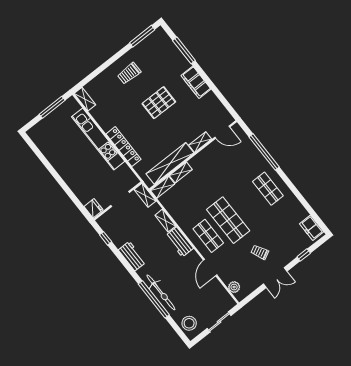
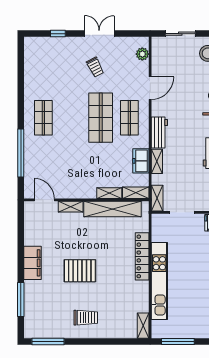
freezer: (312, 228) -> (141, 161), moved, turned 180

